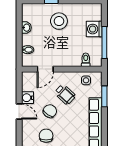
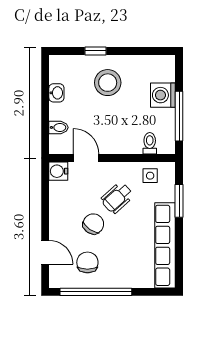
door: (45, 69) -> (86, 158), swing flipped
wheelchair: (65, 94) -> (117, 198), turned 95
water cooler: (28, 98) -> (58, 171), moved
door: (19, 112) -> (45, 252), moved

